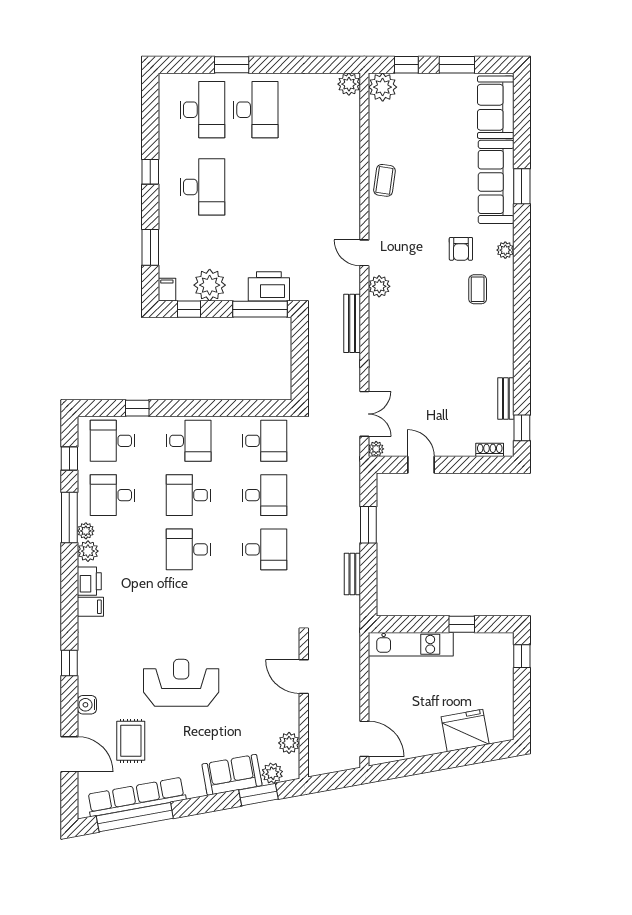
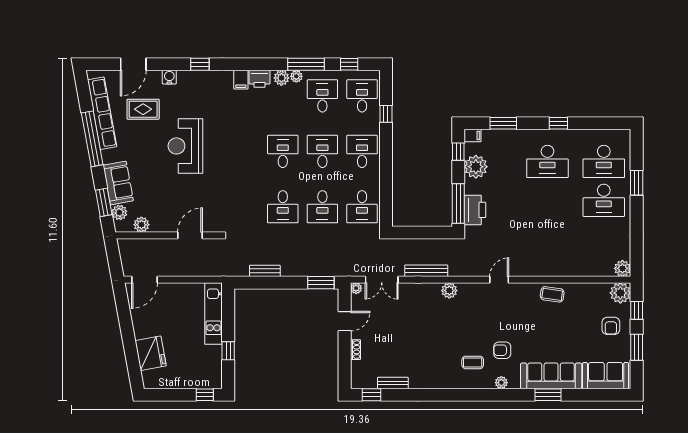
armchair: (428, 100) -> (611, 326), added
plant: (379, 286) -> (449, 291), moved
bench: (352, 323) -> (426, 271), moved
desk: (189, 441) -> (362, 151), turned 180
shoe rack: (490, 450) -> (355, 350), moved
window: (368, 525) -> (321, 283), moved
reception desk: (181, 683) -> (185, 146), turned 180
window: (135, 817) -> (92, 139), moved

